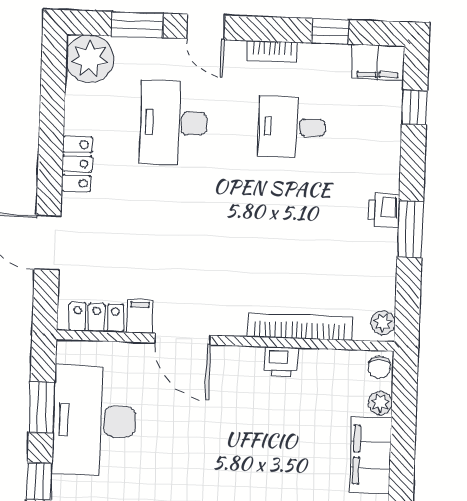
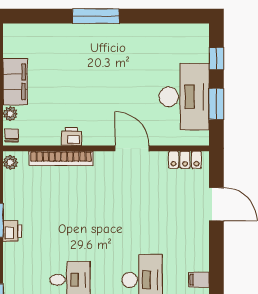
locker: (77, 164) -> (200, 253), removed
filing cabinet: (140, 316) -> (199, 280), moved, turned 90

